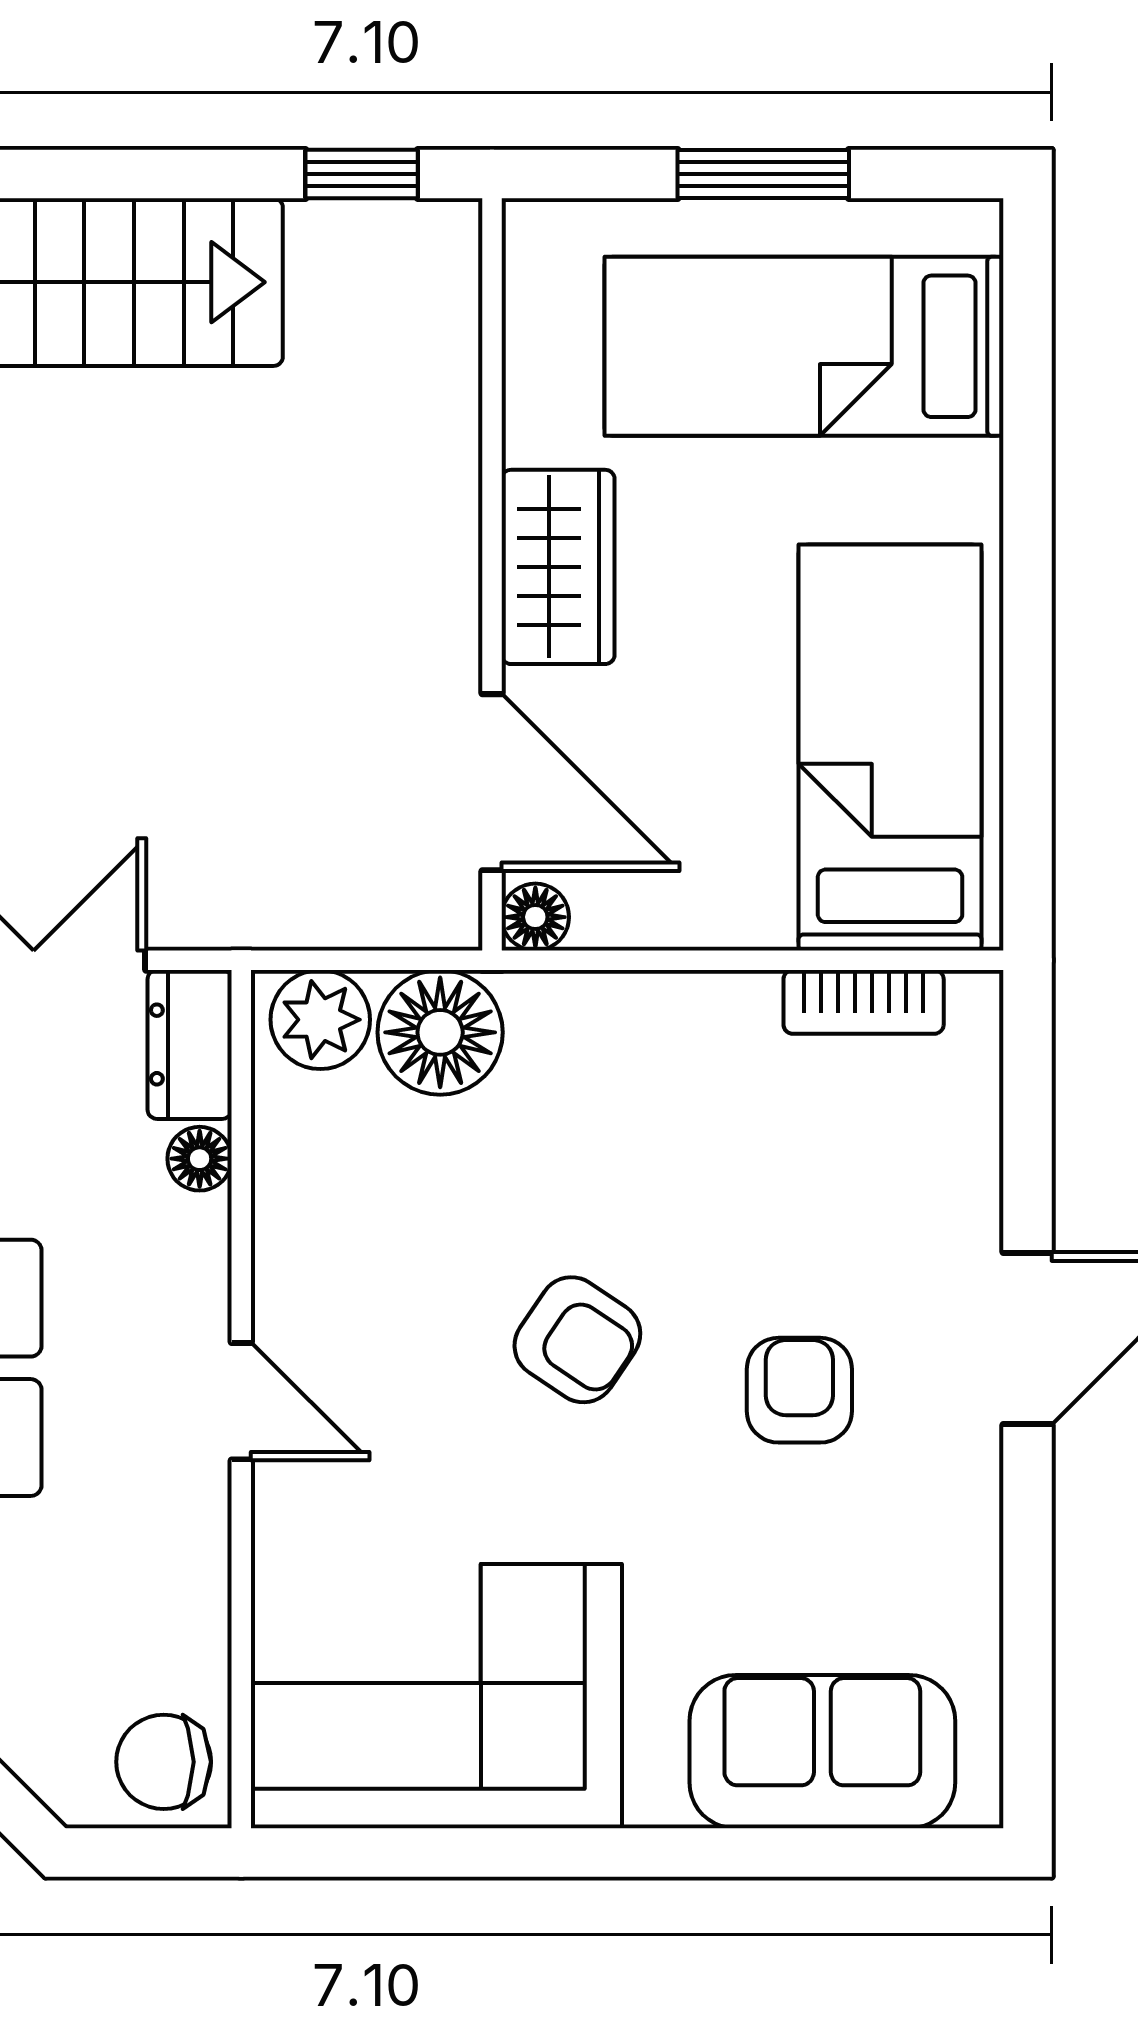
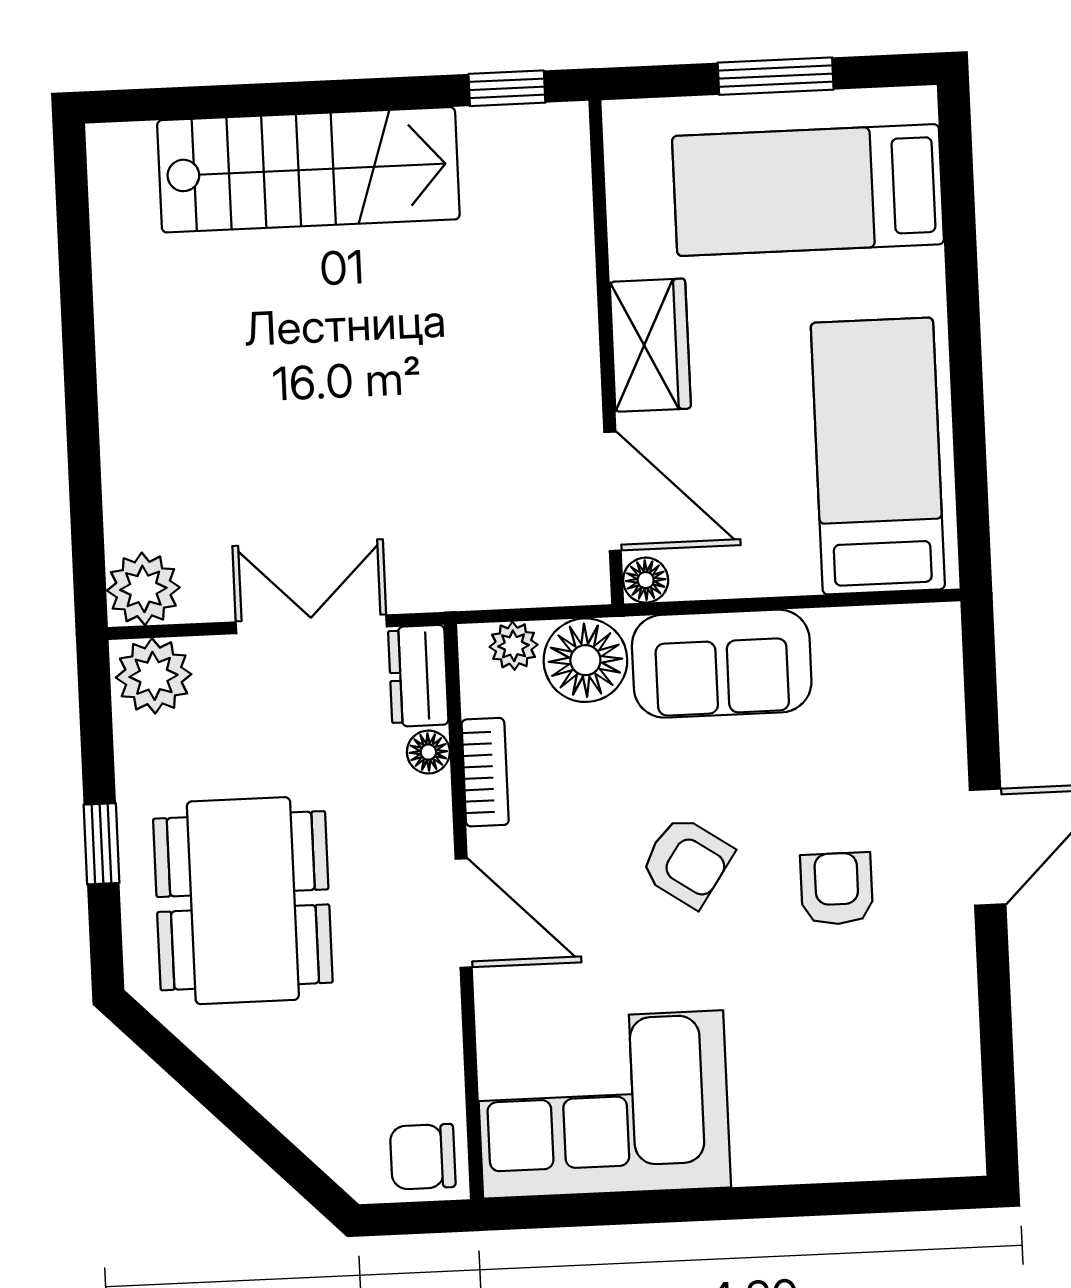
bookcase: (864, 1002) -> (485, 772), moved, turned -90
plant: (320, 1020) -> (514, 646), width x0.73, depth x0.73
door: (241, 1401) -> (464, 913), width x1.38
sofa: (822, 1752) -> (722, 664), moved, turned 180

